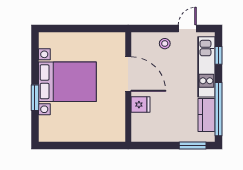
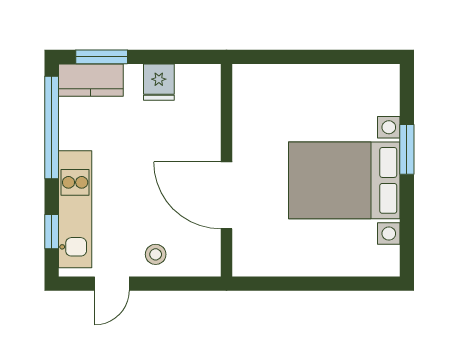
fridge: (140, 105) -> (159, 82), moved, turned -90
kitchen counter: (207, 115) -> (91, 80), moved, turned 90

